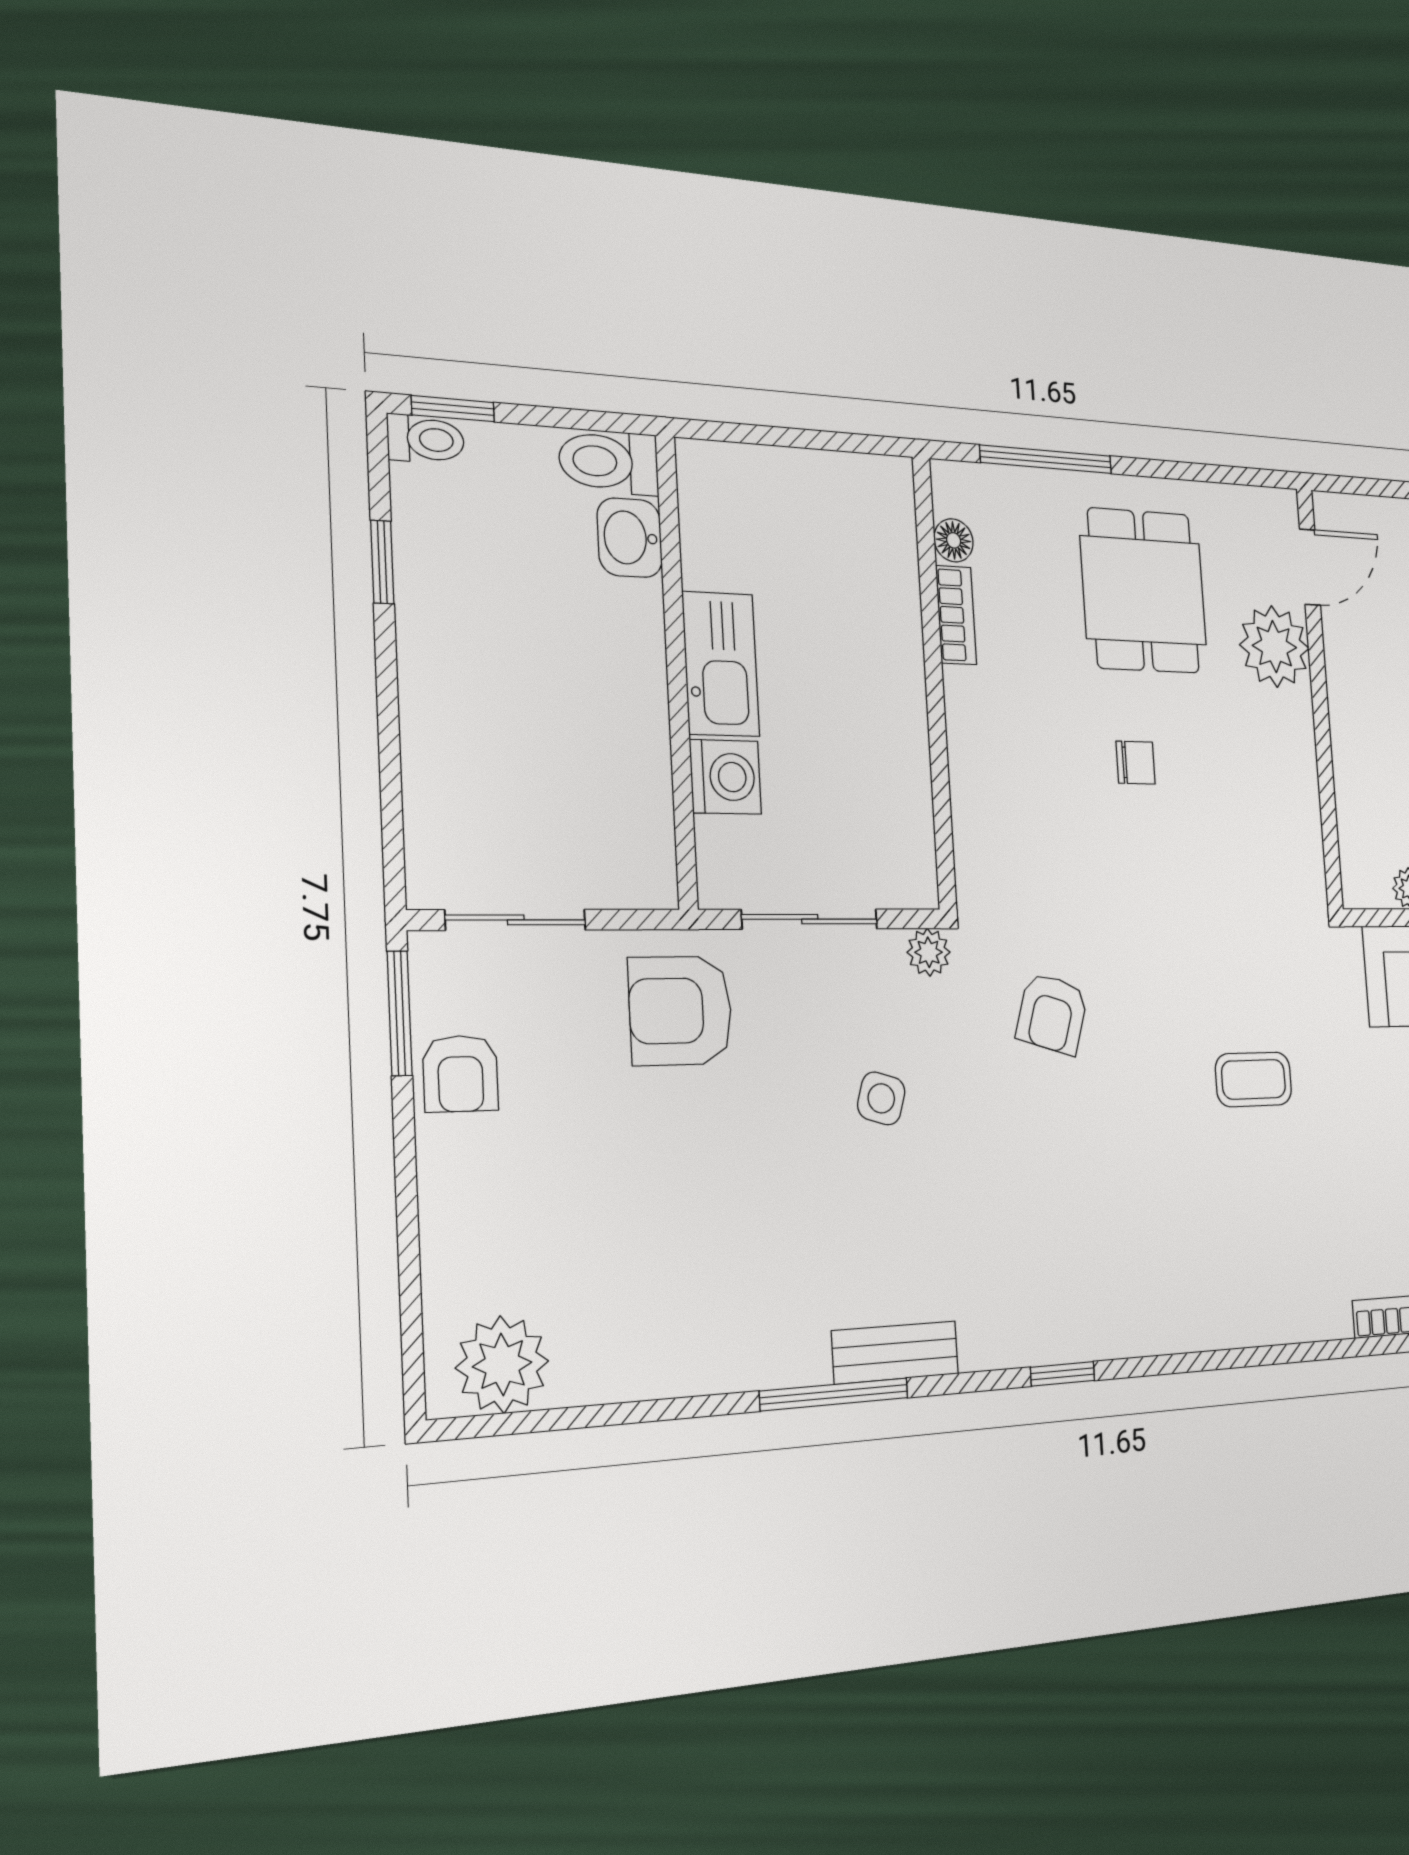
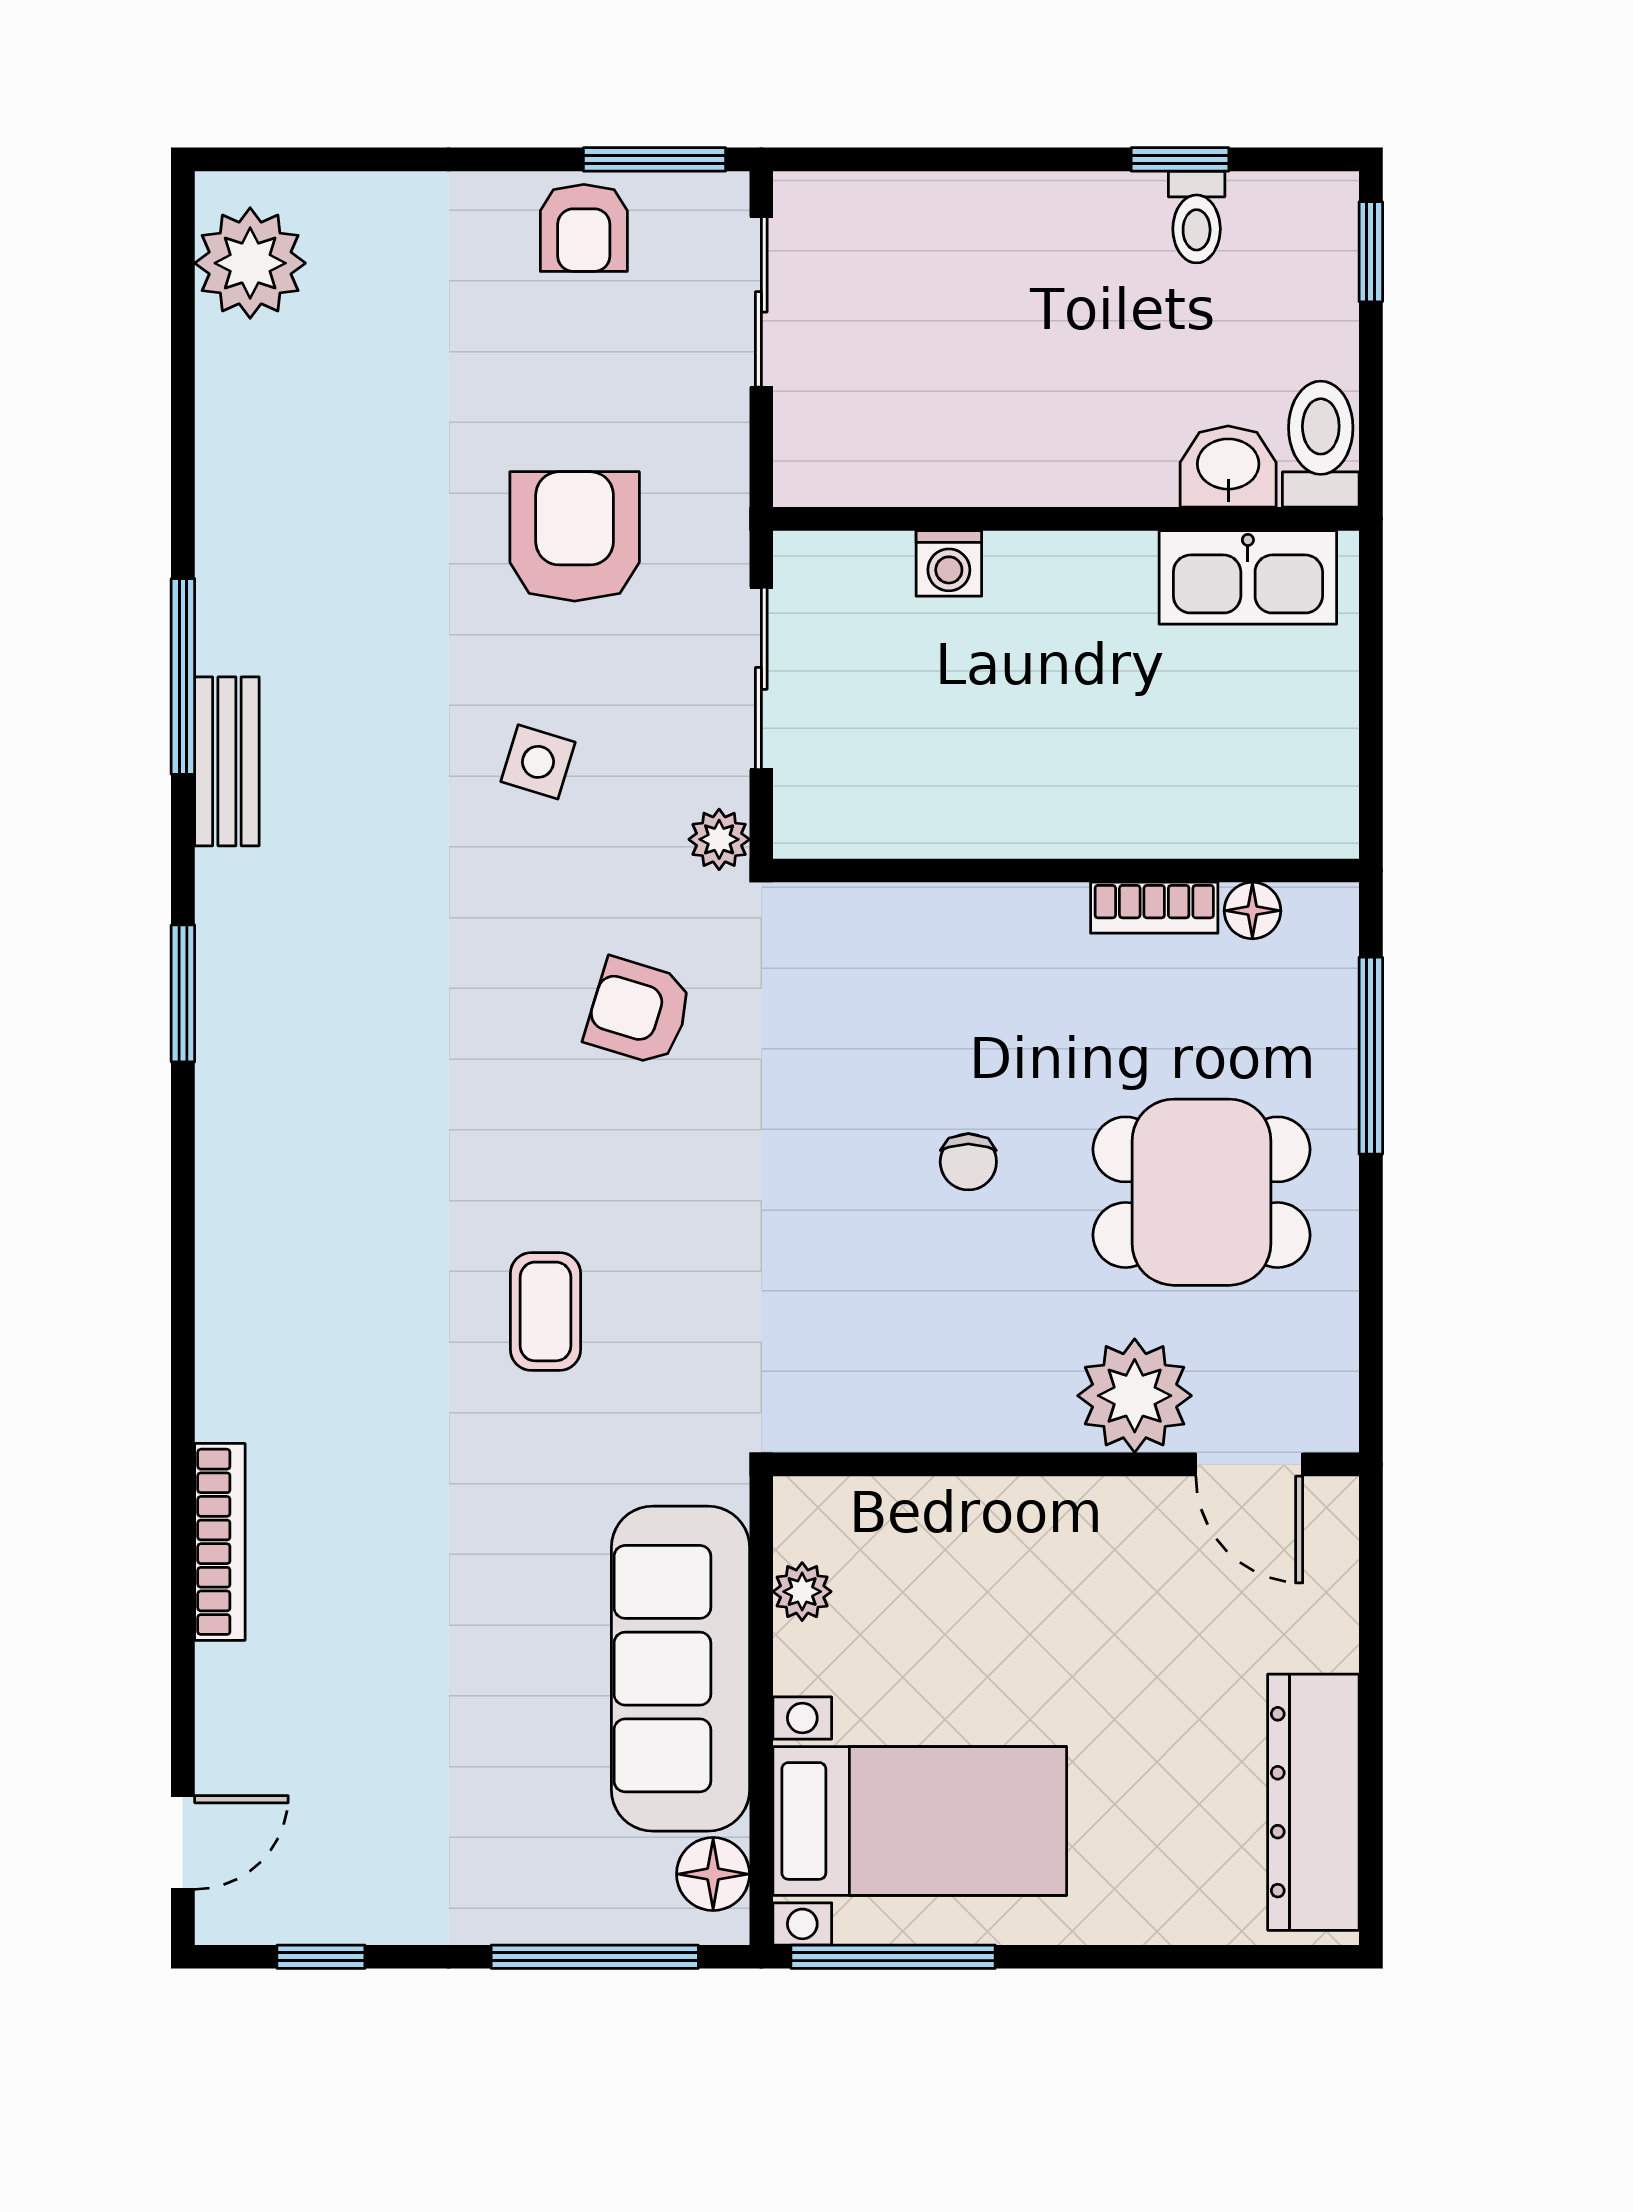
toilet: (426, 439) -> (1197, 217), moved
kitchen sink: (721, 664) -> (1248, 577), moved
washing machine: (725, 777) -> (949, 563), width x0.73, depth x0.73
armchair: (681, 1011) -> (575, 536), moved
armchair: (460, 1074) -> (584, 228), turned -90
window: (1063, 1374) -> (183, 993), width x1.50

